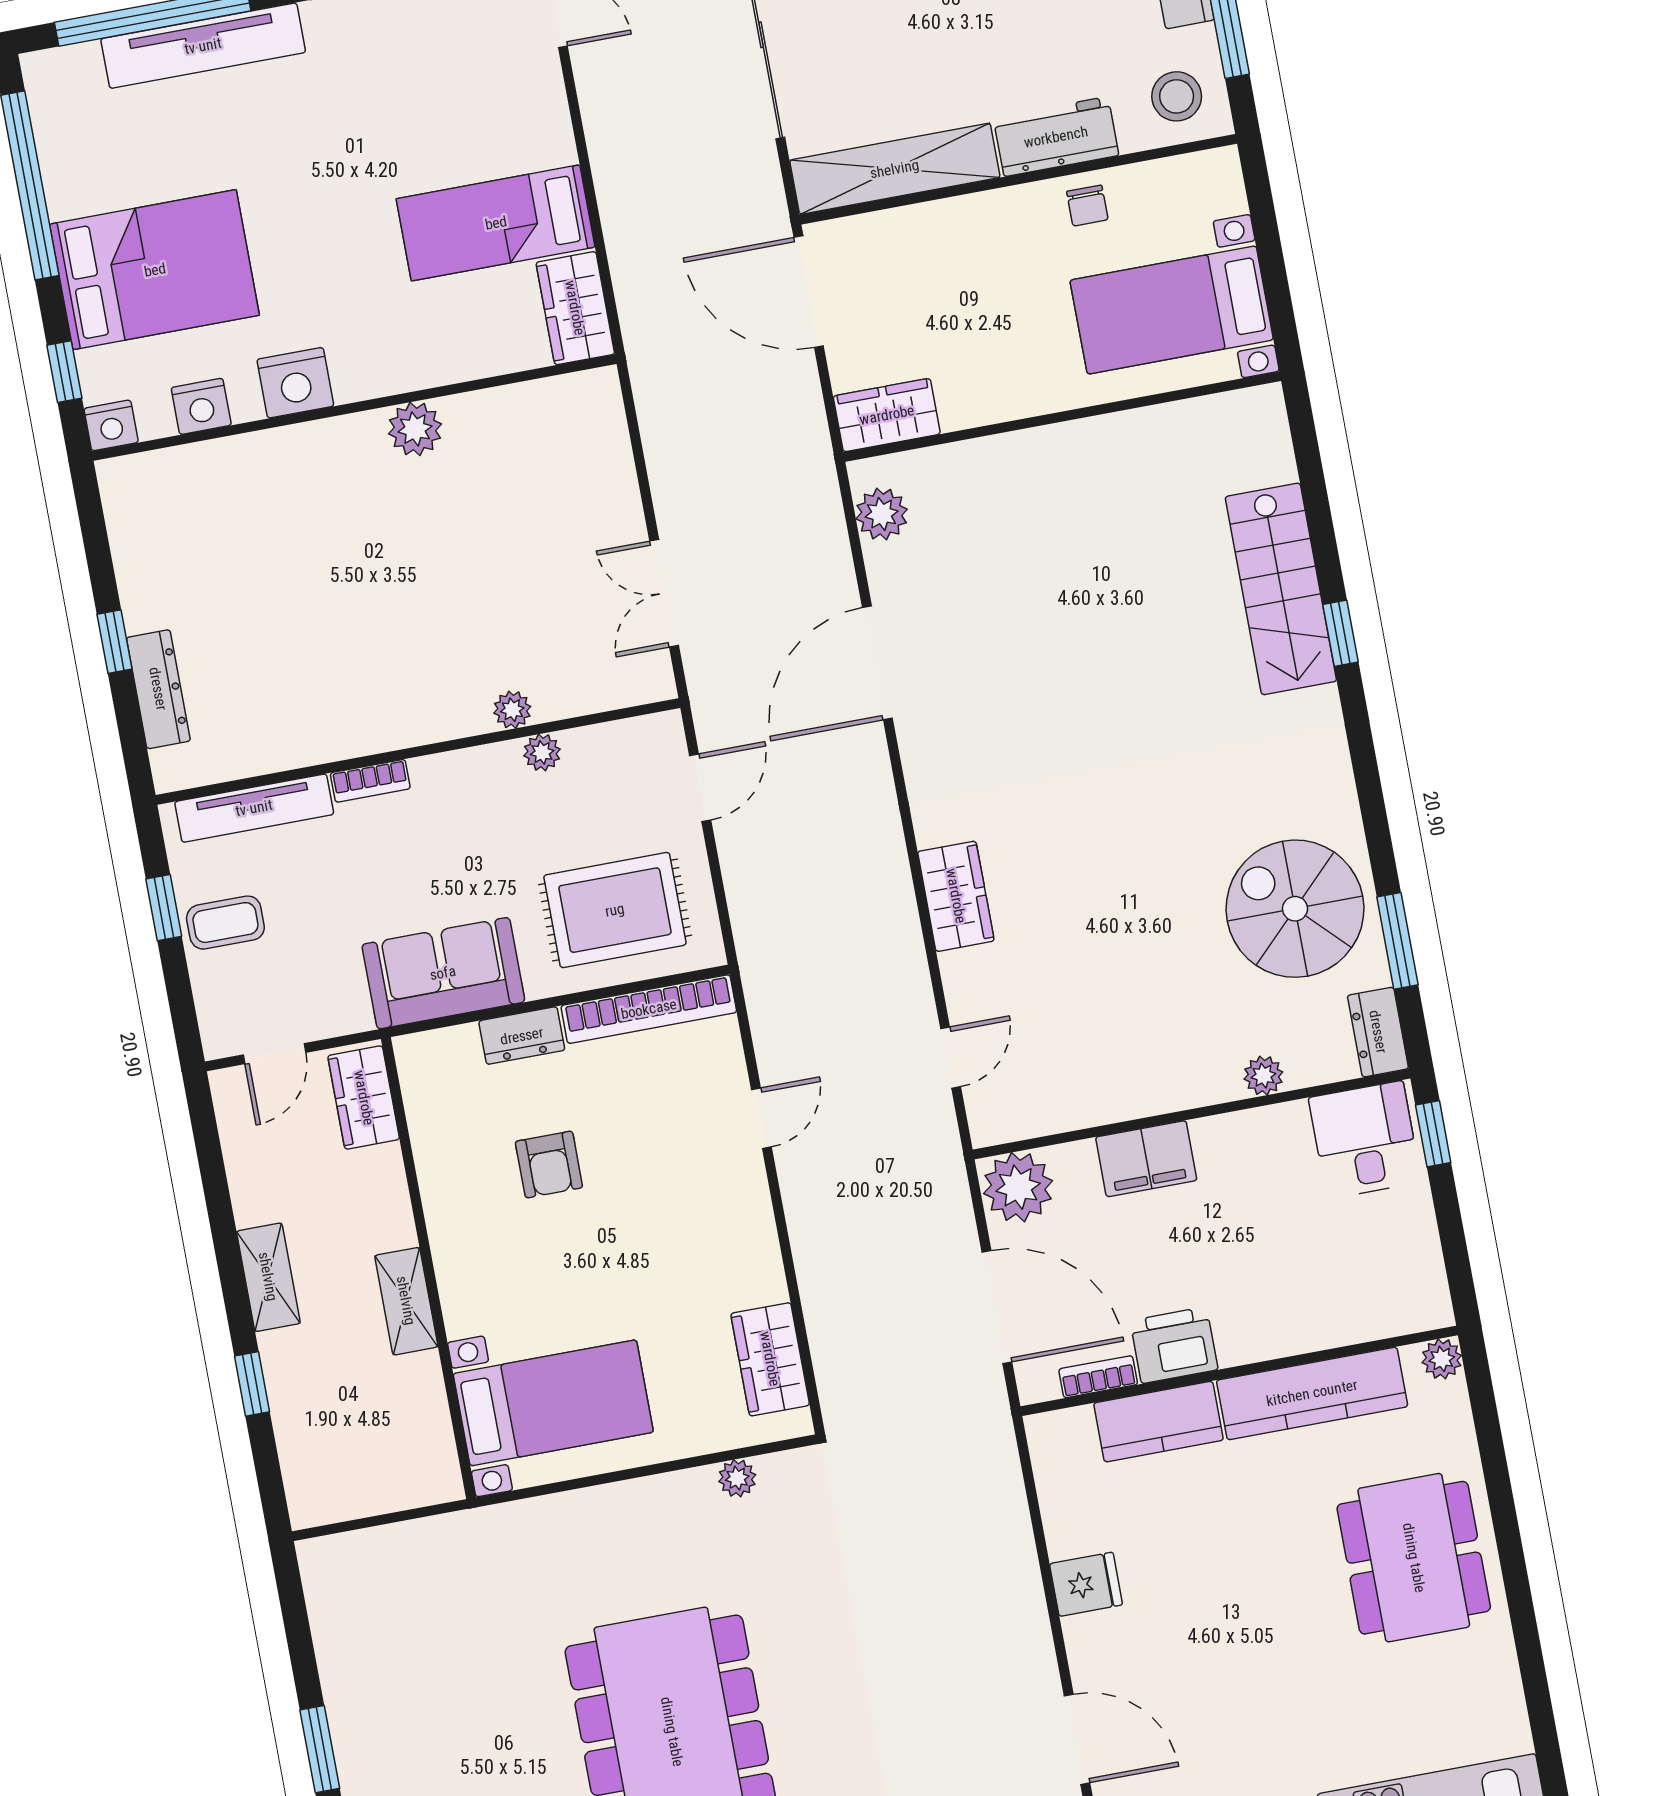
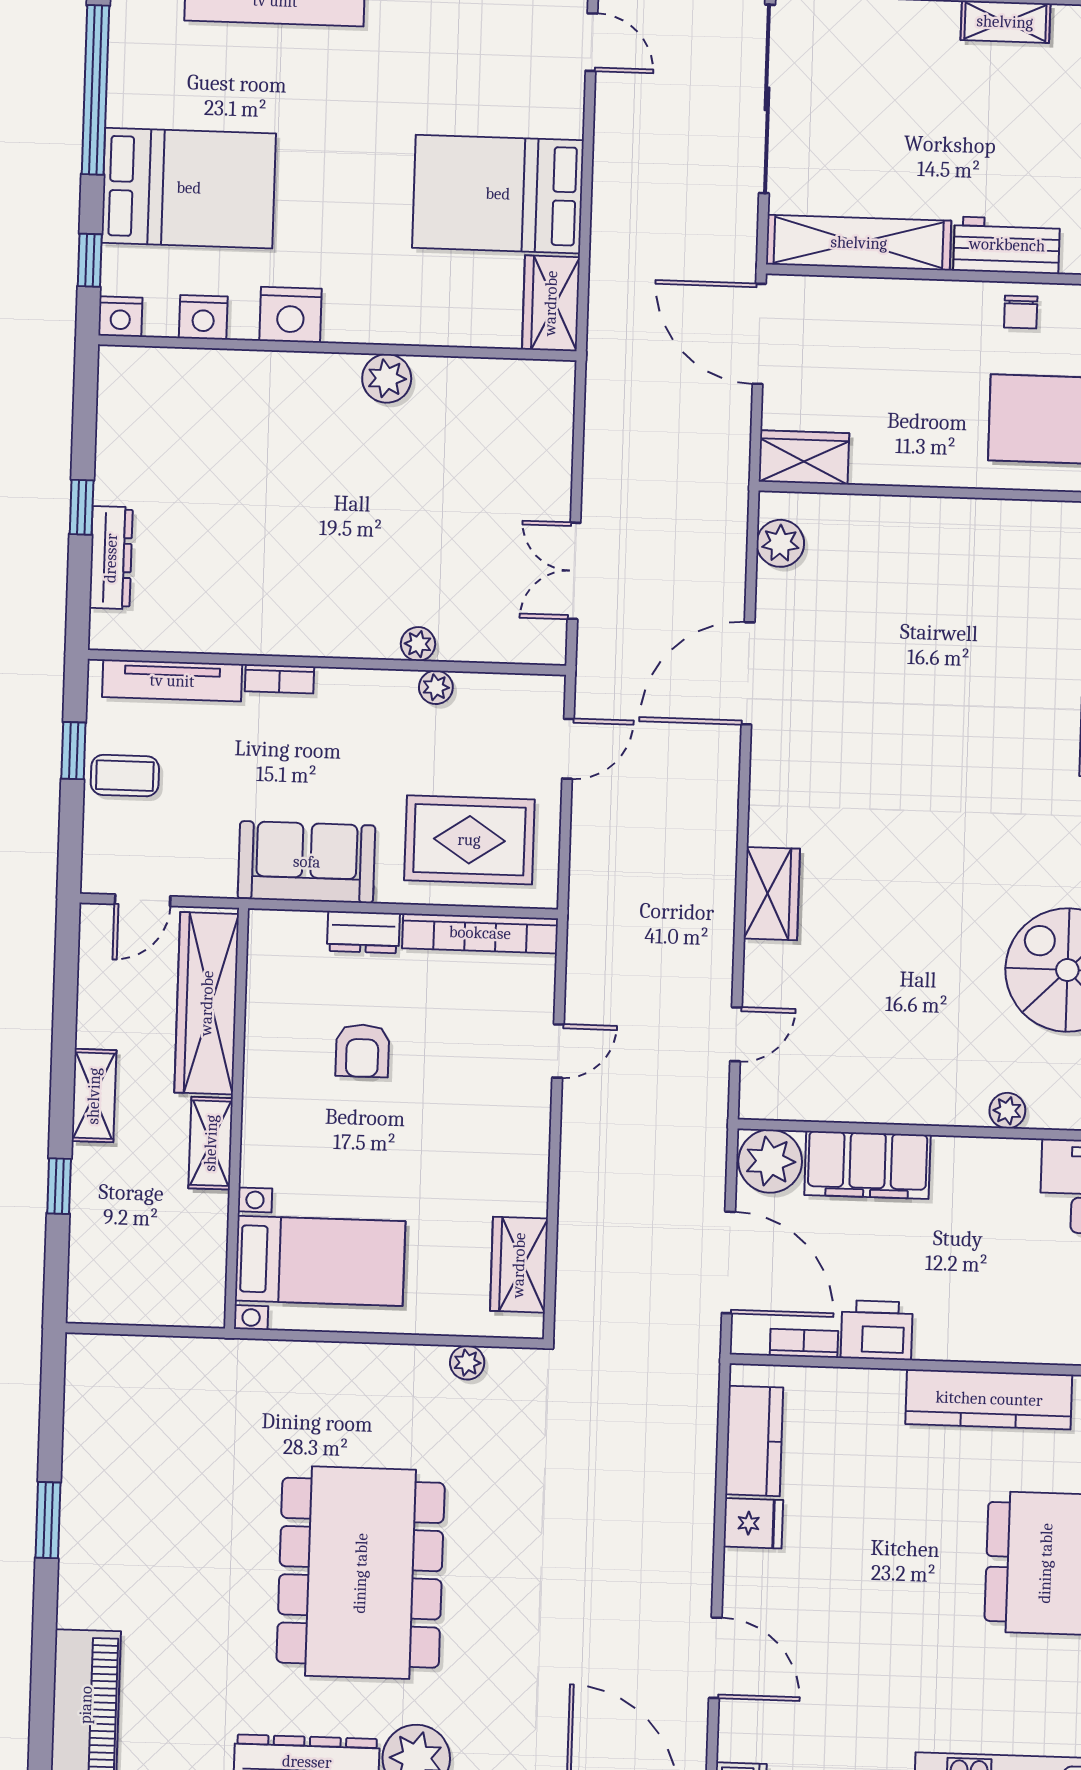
bed: (496, 223) -> (498, 194), width x1.50
wardrobe: (364, 1098) -> (207, 1003), width x2.10, depth x1.17
filing cabinet: (1146, 1159) -> (867, 1165), width x1.50, depth x1.17
kitchen counter: (1158, 1422) -> (754, 1441), moved, turned -90

